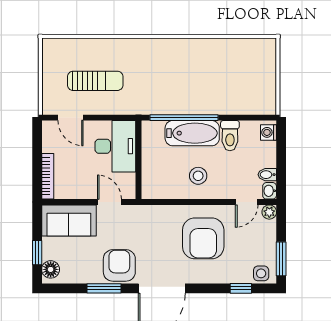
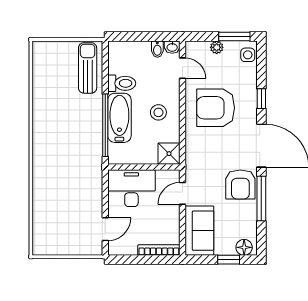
sun lounger: (95, 81) -> (88, 68), moved
washing machine: (269, 132) -> (119, 48), removed
shower: (153, 187) -> (169, 154), added
plant: (269, 212) -> (217, 47), moved
armchair: (203, 238) -> (216, 108), turned 180
armchair: (119, 265) -> (240, 184), turned -90
window: (104, 288) -> (261, 199), width x1.44
window: (241, 288) -> (261, 99), moved

